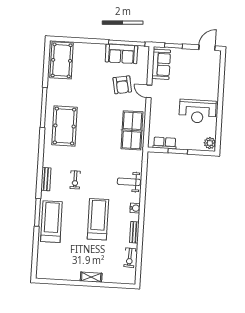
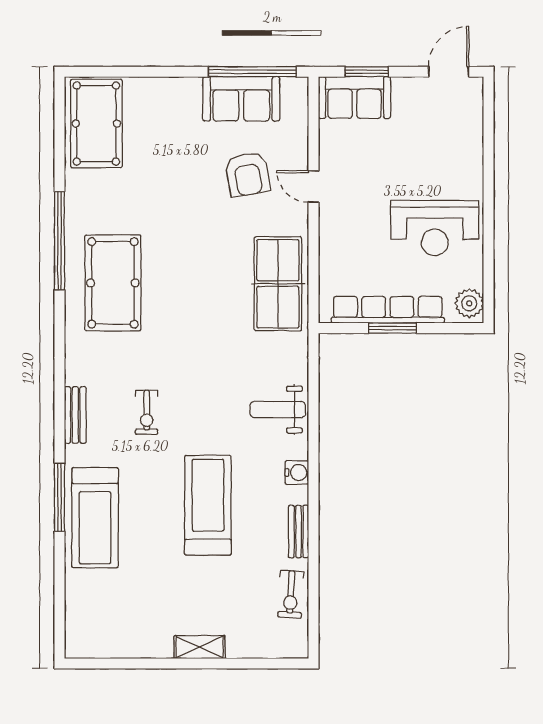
sofa: (161, 64) -> (355, 98), moved, turned 90
row of seats: (165, 143) -> (388, 310), width x2.02
treadmill: (51, 222) -> (95, 518), turned 180

